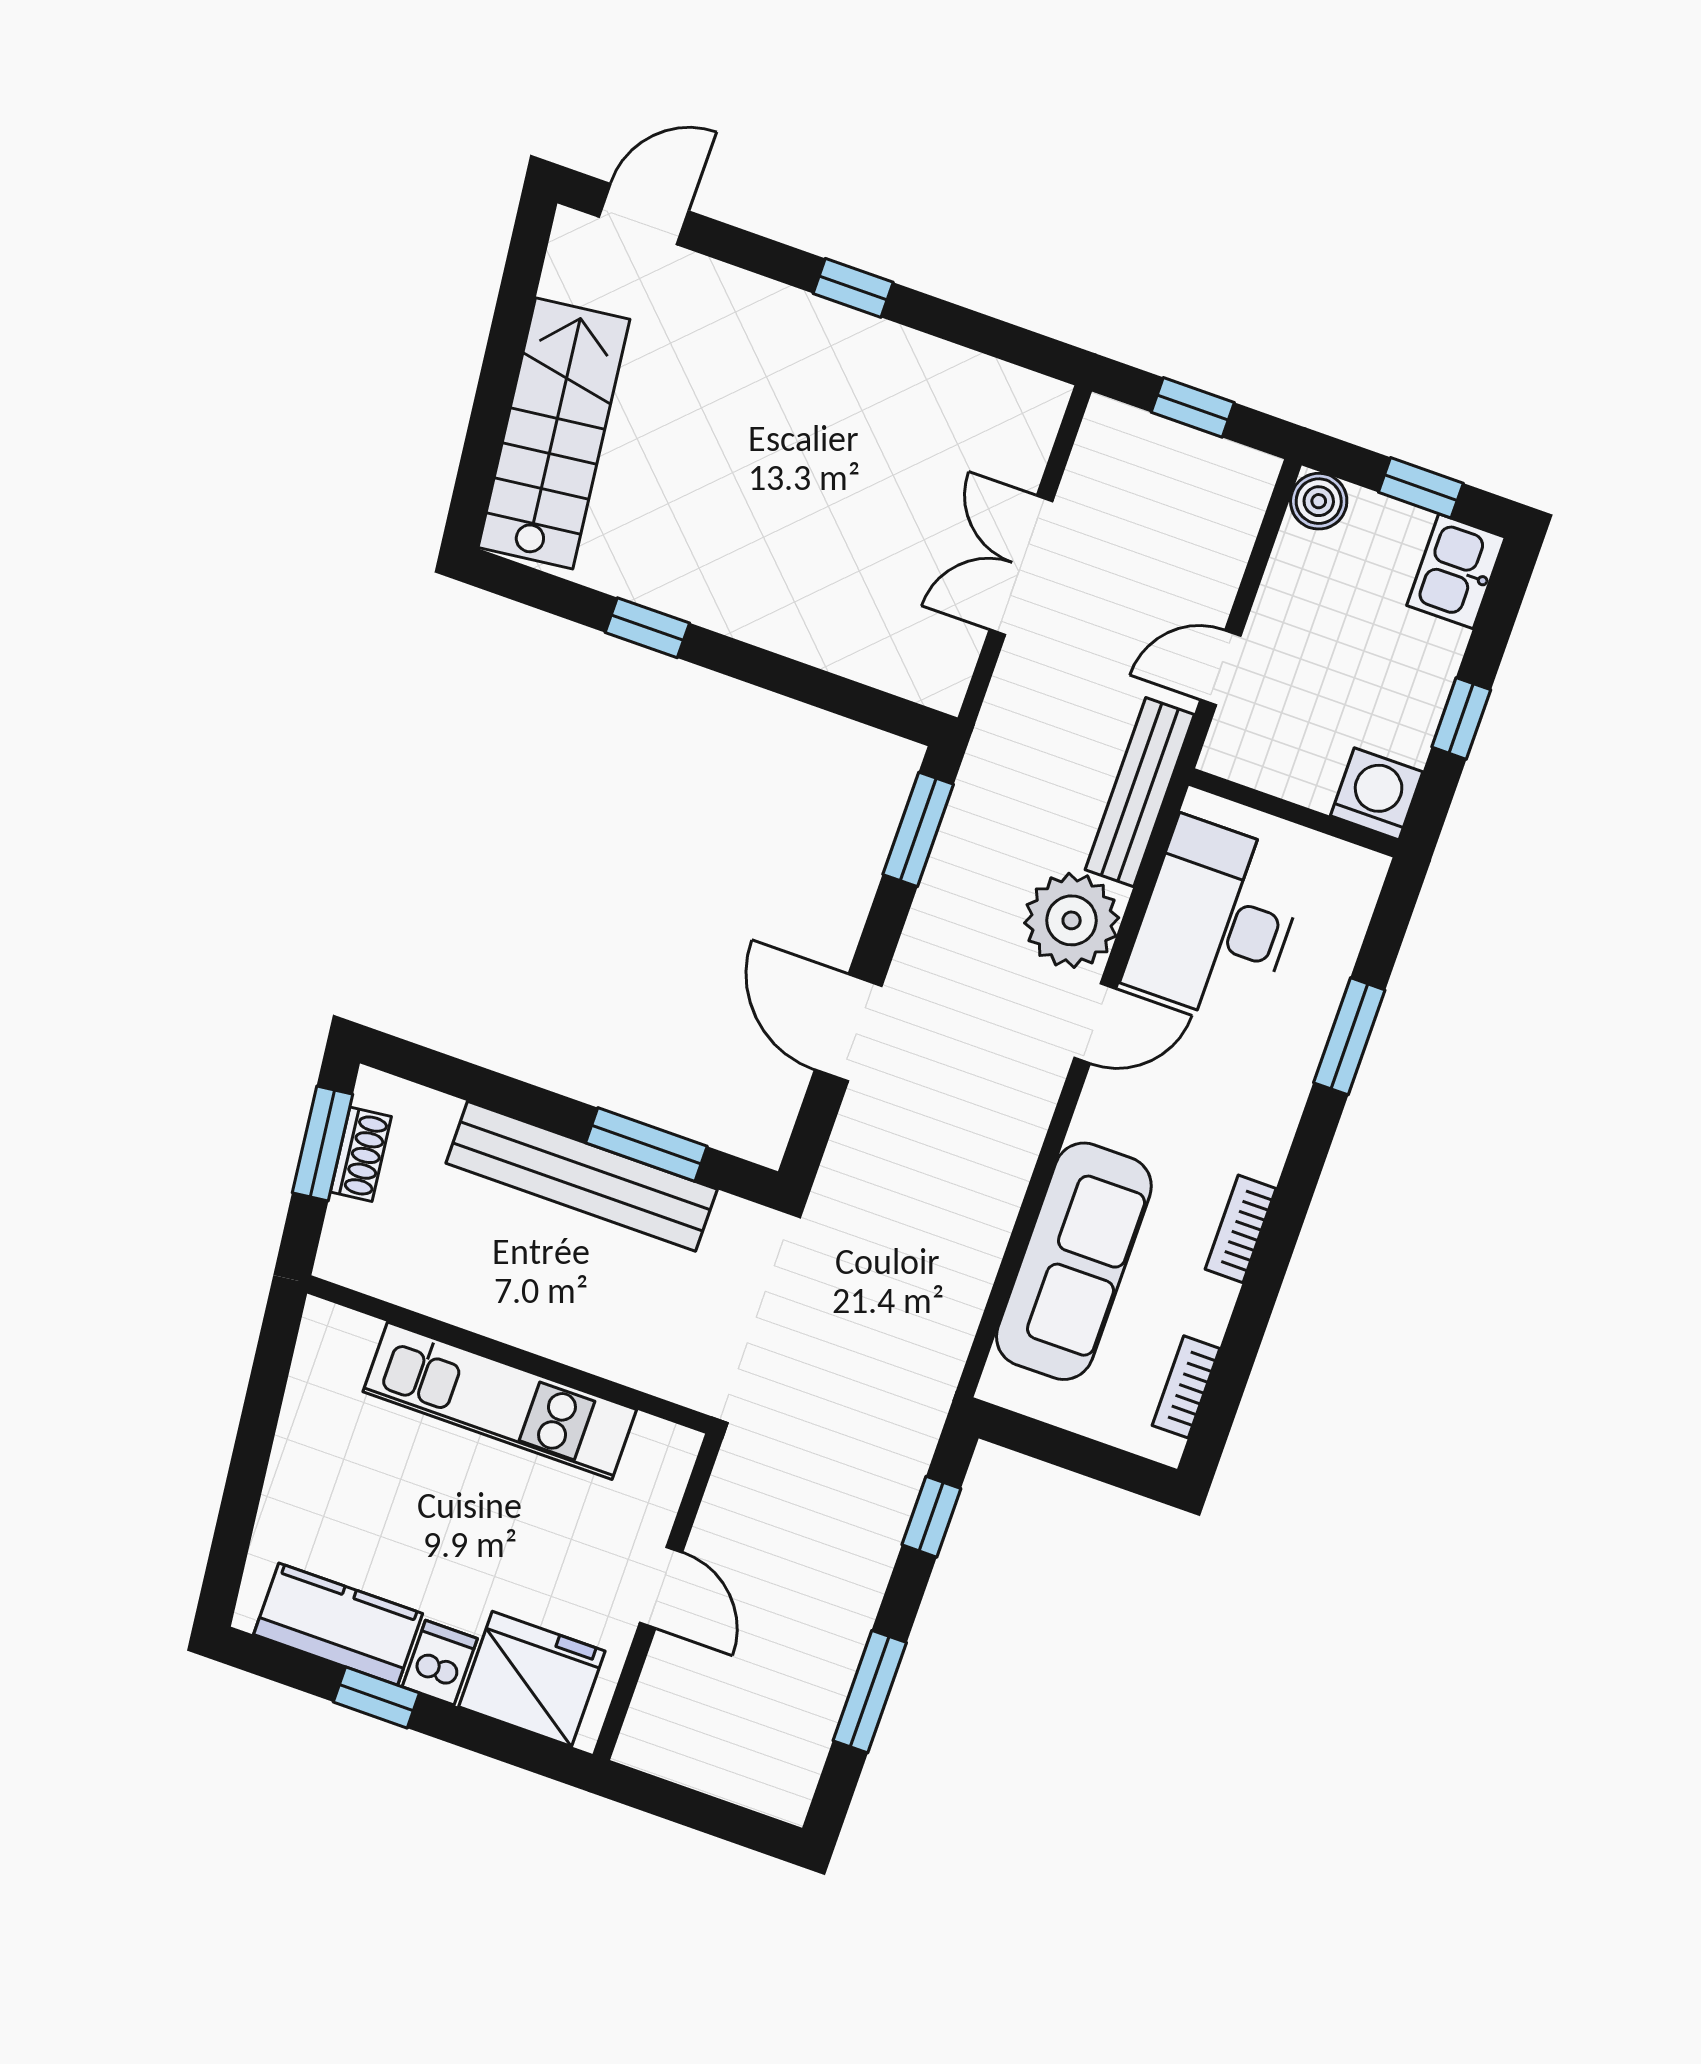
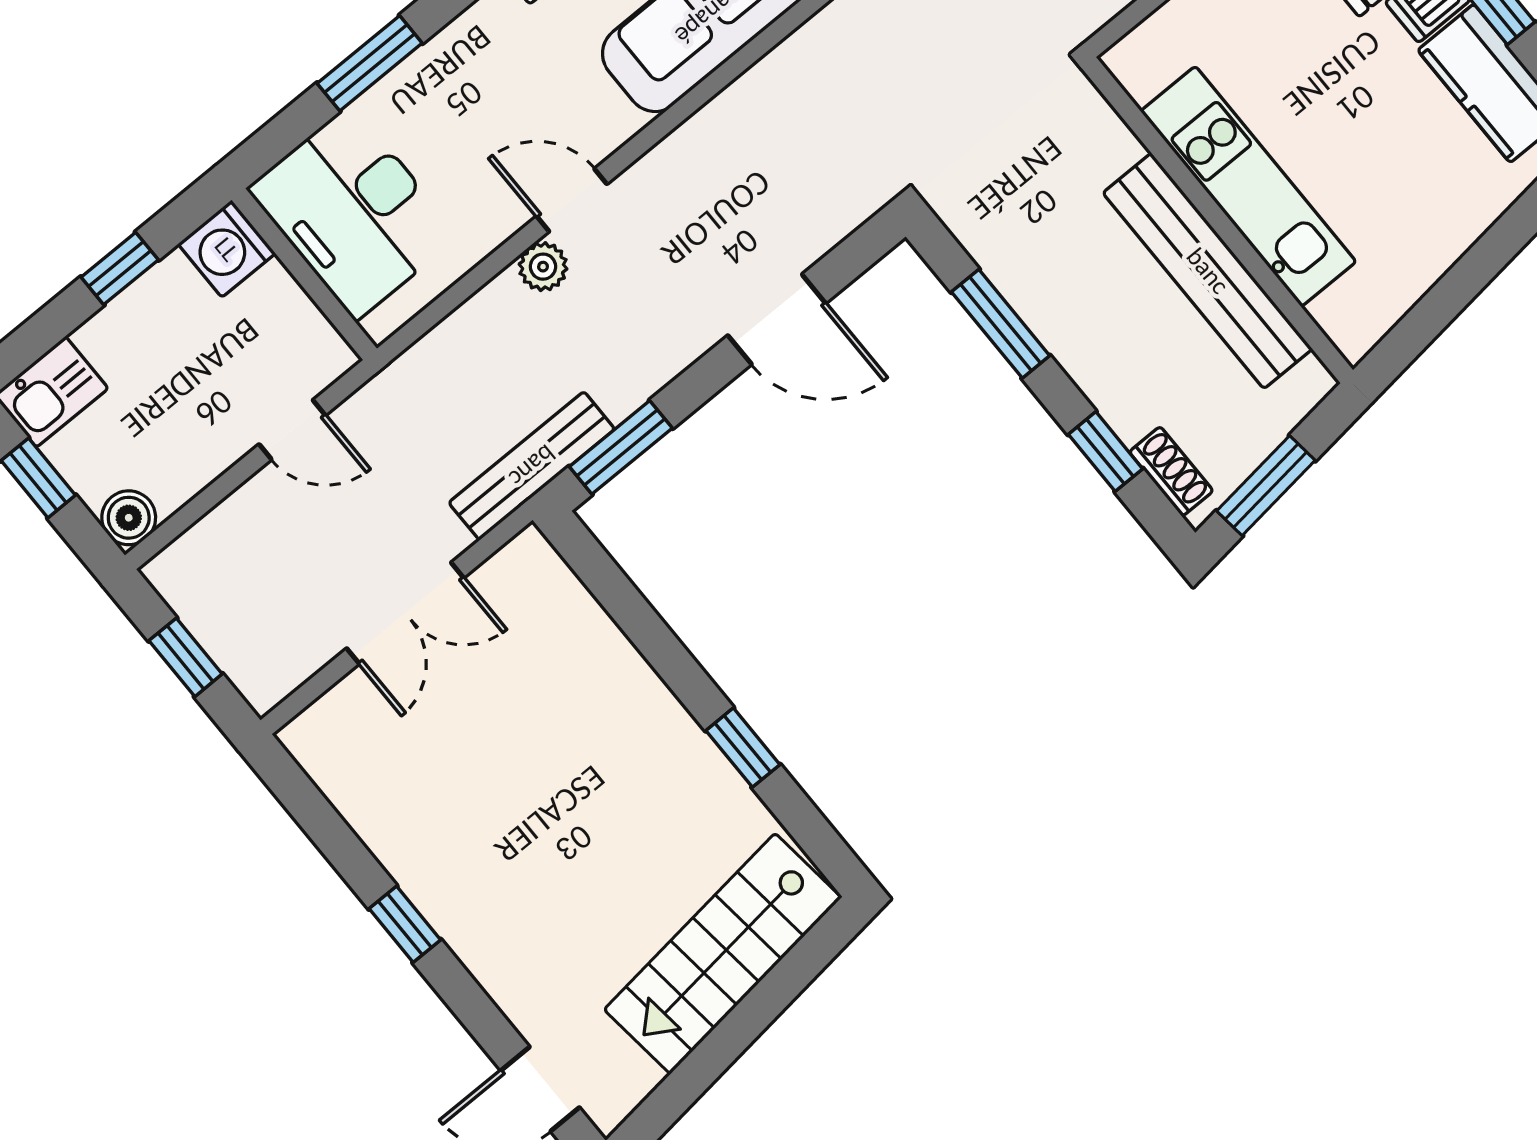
bench: (1140, 792) -> (532, 466), moved
plant: (1072, 920) -> (543, 267), width x0.53, depth x0.53
desk: (1217, 921) -> (353, 212), moved, turned 90
door: (848, 1028) -> (777, 319), hinge flipped
window: (484, 1087) -> (1105, 452), added
shoe rack: (361, 1154) -> (1171, 471), moved, turned 96
bench: (582, 1176) -> (1208, 271), moved

